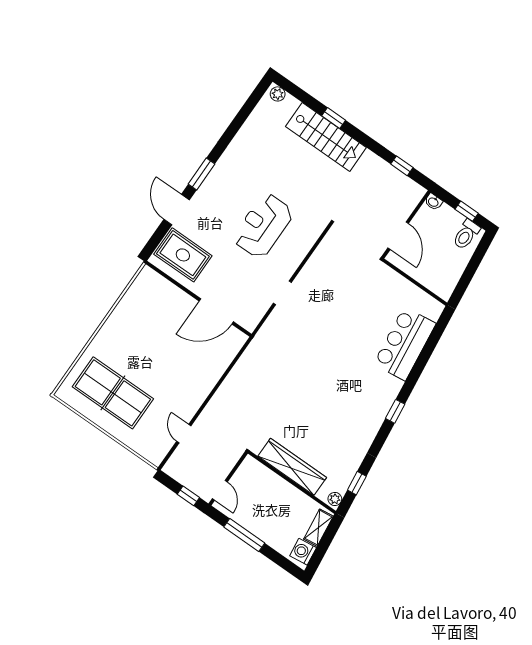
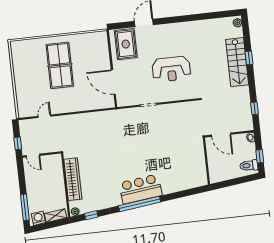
window: (202, 174) -> (170, 20), removed
reception desk: (263, 226) -> (171, 69), turned 180
door: (398, 236) -> (221, 135), hinge flipped
bar counter: (405, 344) -> (140, 189), moved
table tennis table: (113, 393) -> (60, 65), moved
window: (395, 411) -> (139, 204), width x3.17
door: (220, 490) -> (33, 155), hinge flipped
window: (244, 535) -> (25, 207), moved

